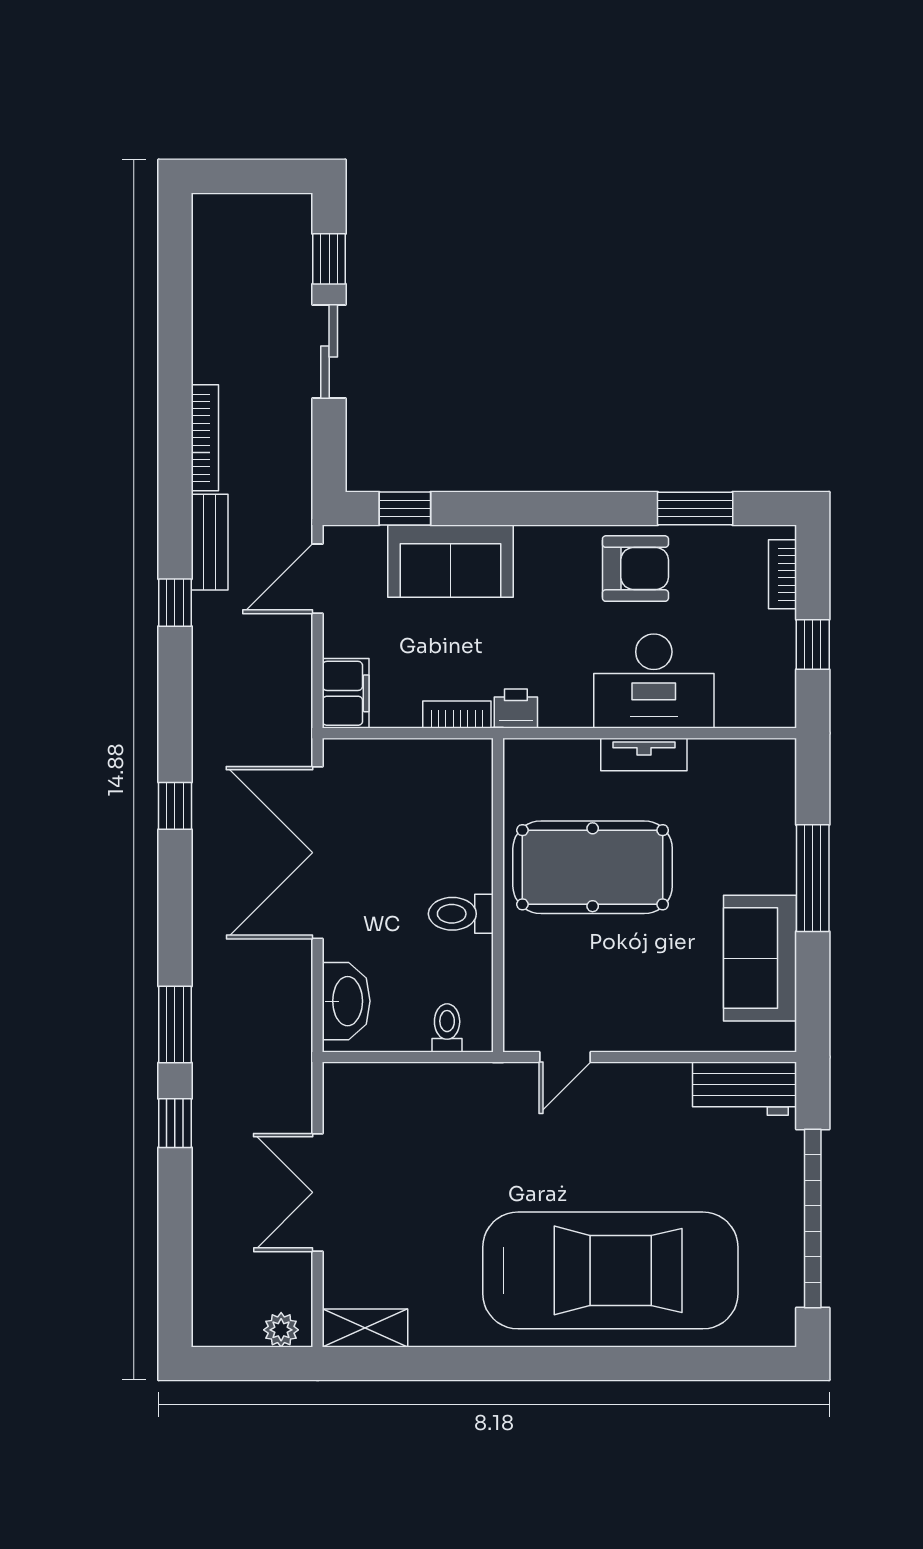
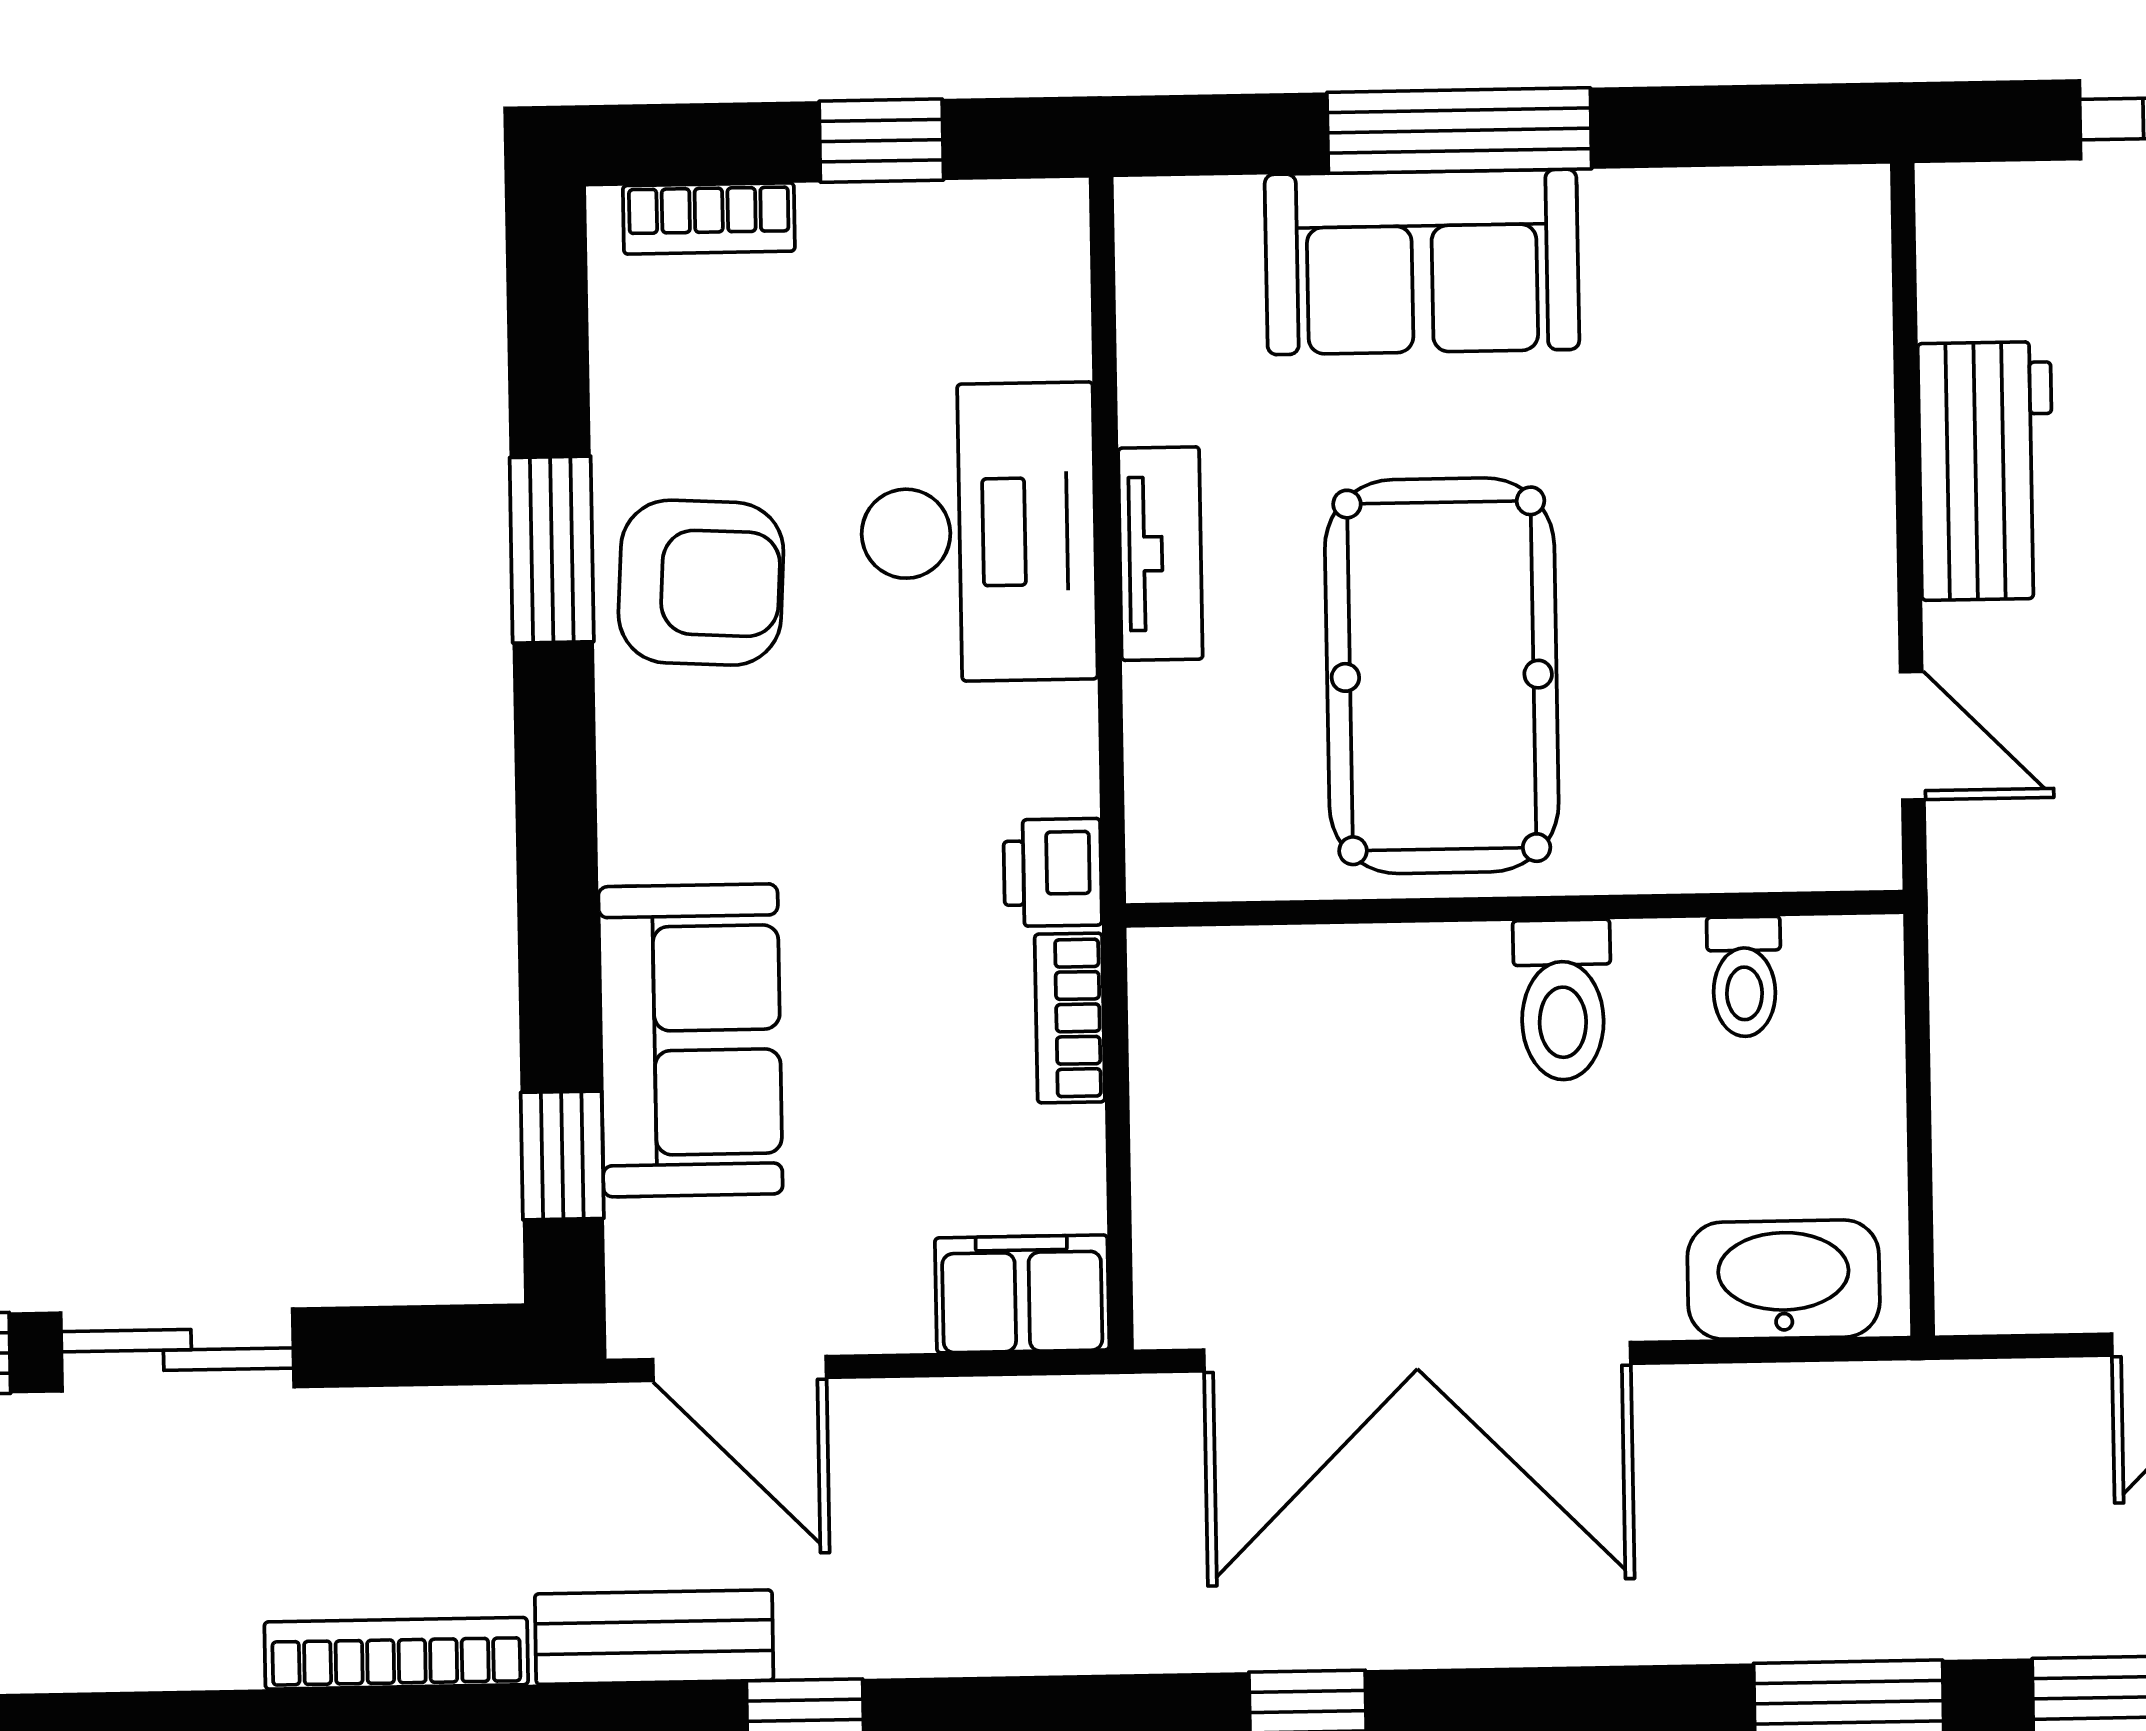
window: (695, 508) -> (552, 550), moved
armchair: (635, 569) -> (701, 583), turned 93
sofa: (760, 958) -> (1422, 262), moved
toilet: (447, 1028) -> (1744, 977), moved, turned -90
workbench: (745, 1089) -> (1986, 471), moved

